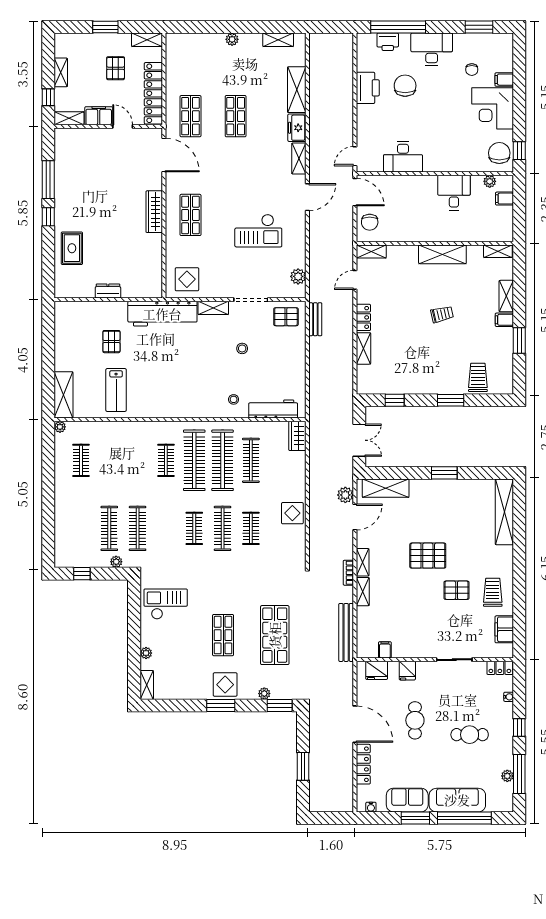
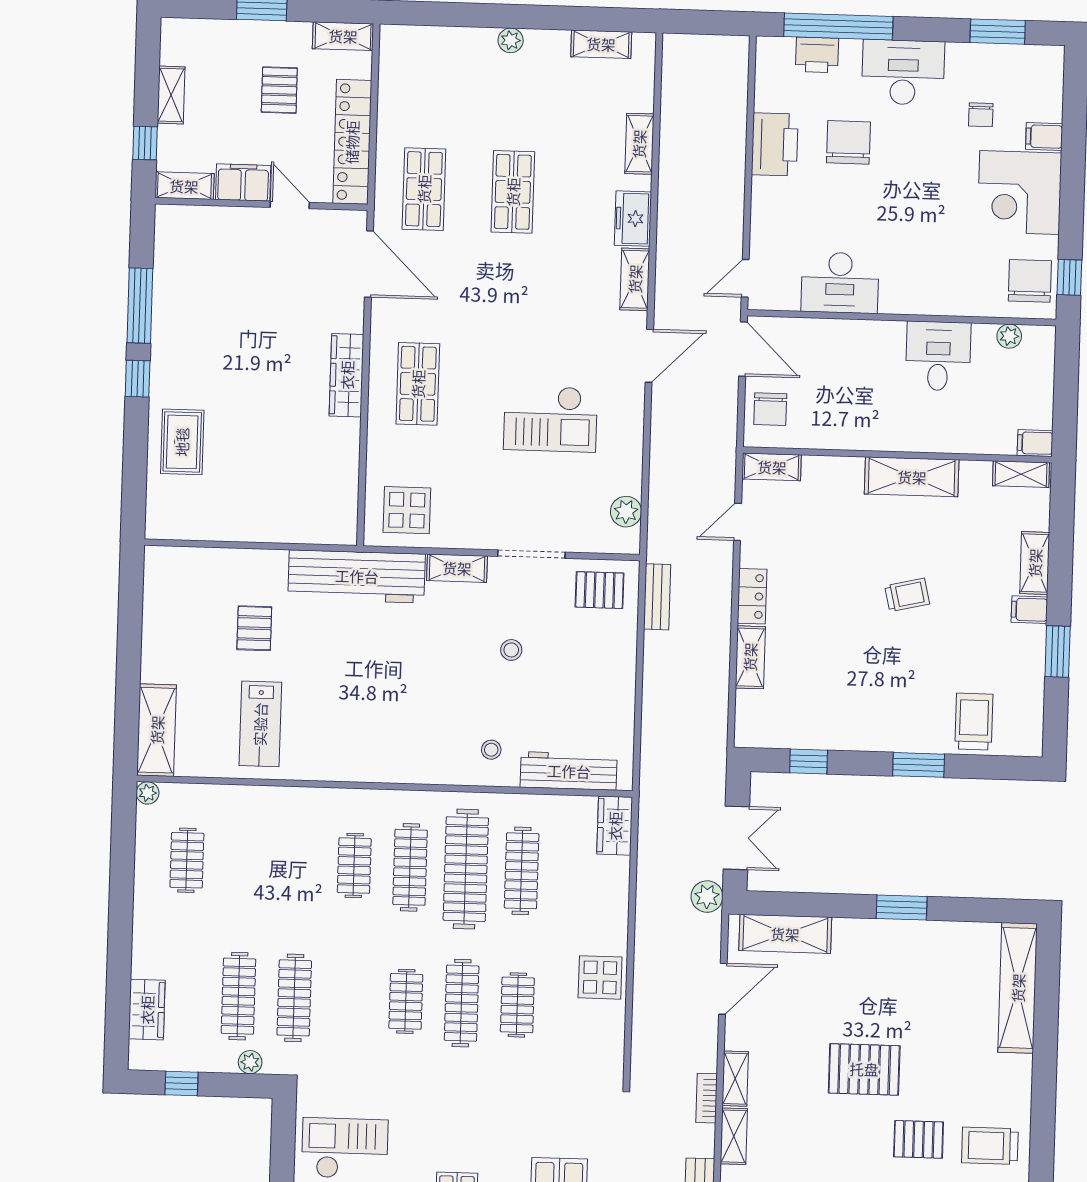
shelving: (297, 90) -> (639, 144), width x0.67, depth x0.75
filing cabinet: (505, 199) -> (1035, 443), moved
dresser: (108, 291) -> (251, 528), removed
clothes rail: (194, 460) -> (410, 867), width x0.73, depth x0.76
plant: (345, 495) -> (707, 897), moved
wardrobe: (63, 537) -> (147, 1010), added
trolley: (493, 592) -> (990, 1146), turned -90

